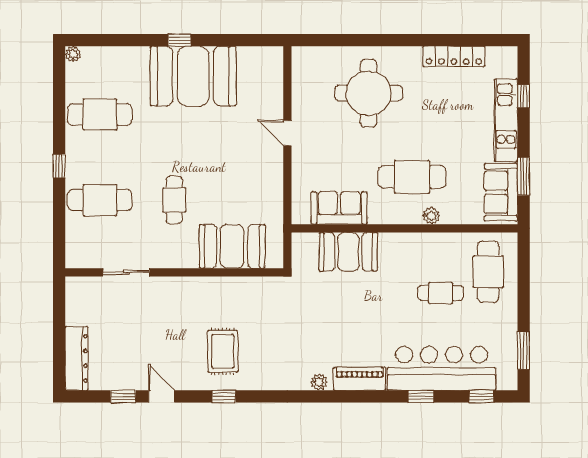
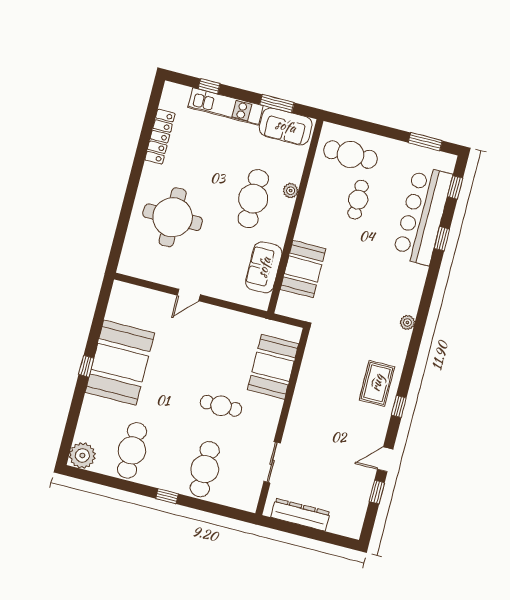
plant: (73, 54) -> (82, 455), width x1.88, depth x1.88
rug: (223, 351) -> (377, 383), moved, turned 90
dresser: (77, 358) -> (300, 515), moved
piano: (360, 379) -> (413, 287), removed

